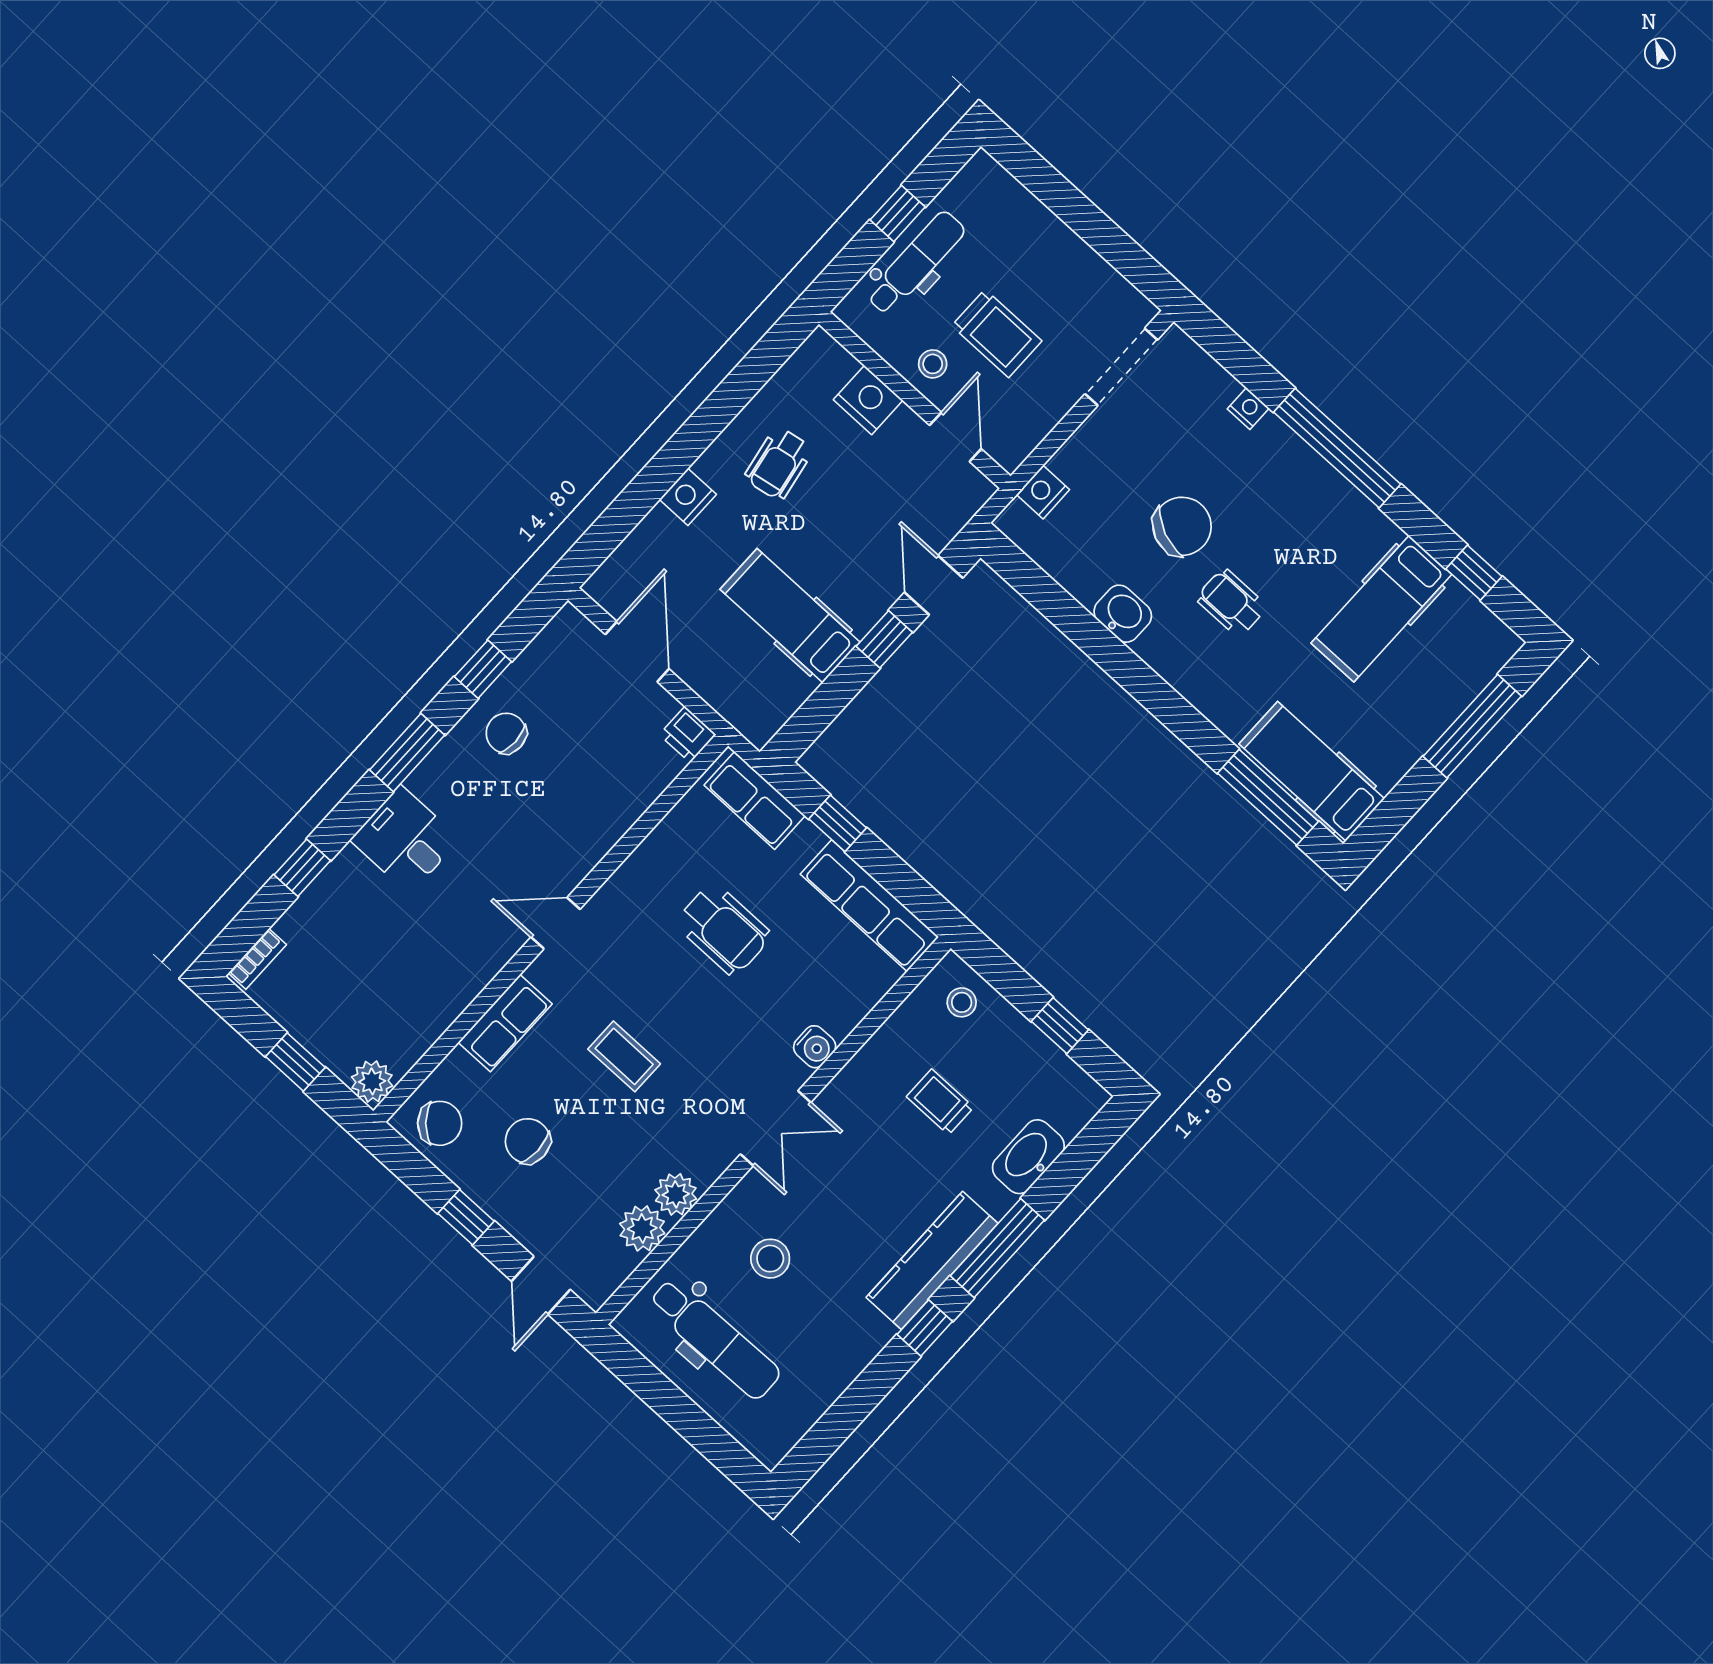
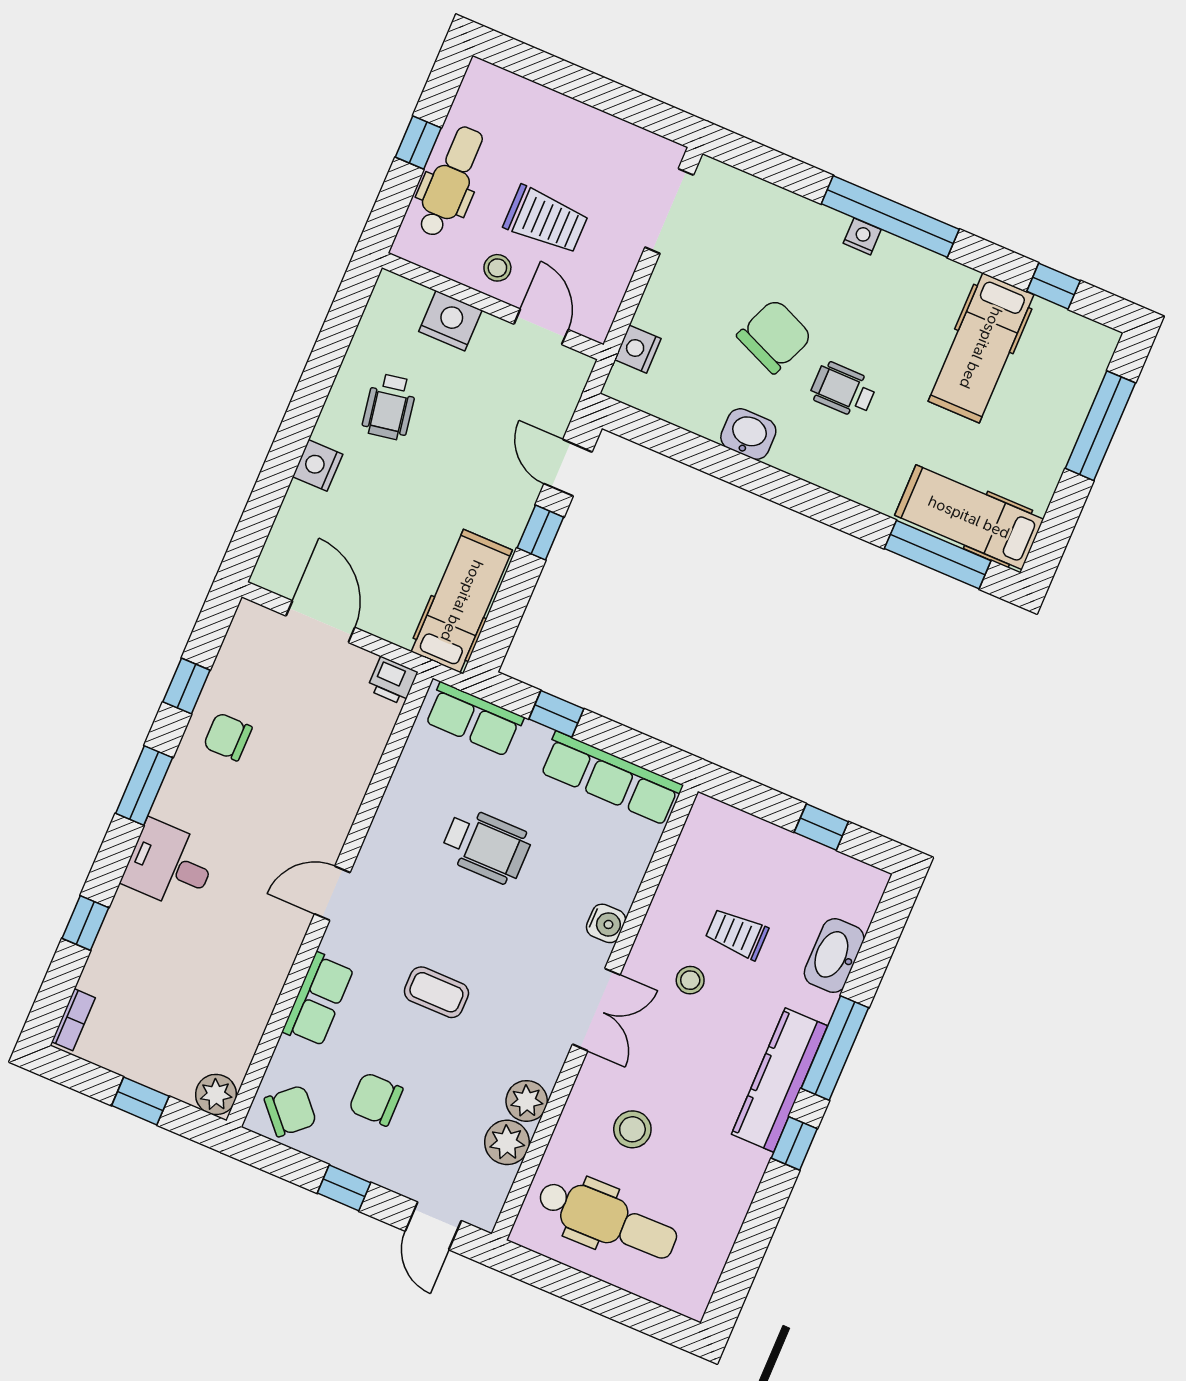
nightstand: (1248, 409) -> (862, 236), moved
hospital bed: (790, 616) -> (462, 601), moved, turned 90
stool: (962, 1002) -> (690, 980), moved

